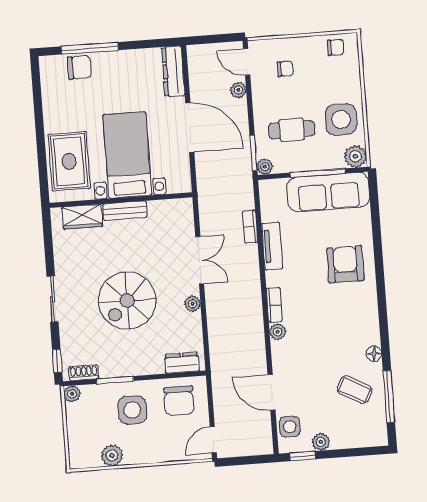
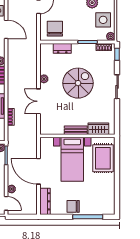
chair: (79, 67) -> (73, 206), moved
dresser: (182, 363) -> (62, 48), moved
side table: (132, 410) -> (103, 20), moved

